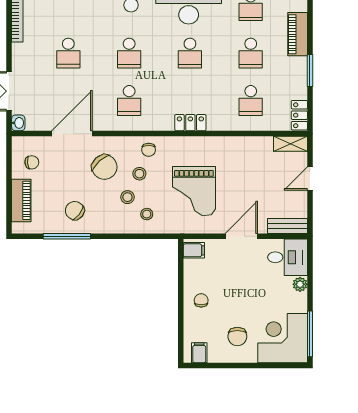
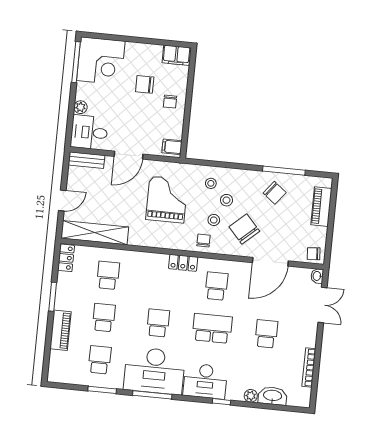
school desk: (129, 53) -> (212, 328), width x1.85
locker: (190, 123) -> (183, 263), moved
shelving: (290, 144) -> (95, 233), width x2.20, depth x1.33
chair: (32, 162) -> (314, 254), moved
chair: (237, 336) -> (145, 84), moved, turned -90
filing cabinet: (199, 353) -> (176, 55), width x2.00

